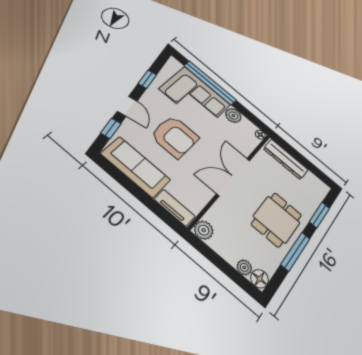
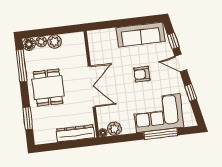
window: (210, 83) -> (161, 134), width x0.68
plant: (233, 116) -> (114, 129), moved
armchair: (175, 137) -> (142, 74), width x0.53, depth x0.53
tv unit: (175, 208) -> (102, 35), removed
plant: (204, 230) -> (54, 42), moved
window: (296, 251) -> (21, 66), moved

